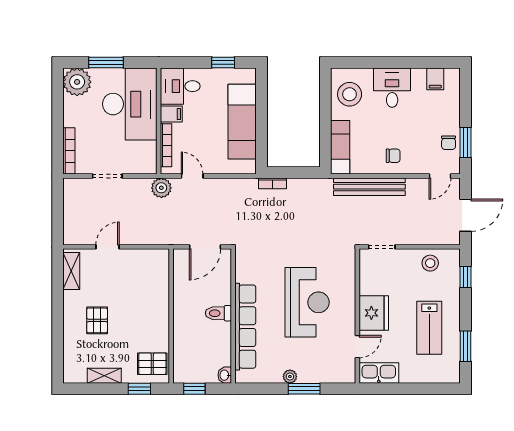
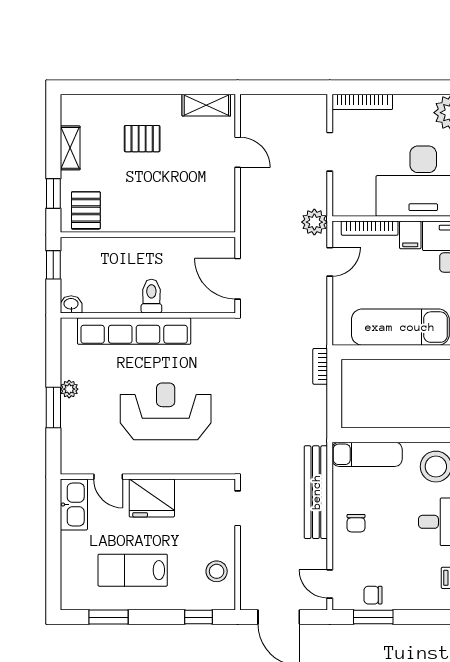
reception desk: (307, 302) -> (166, 411), turned 180

